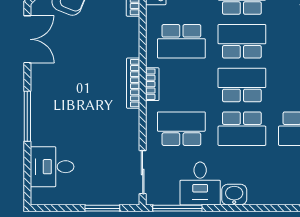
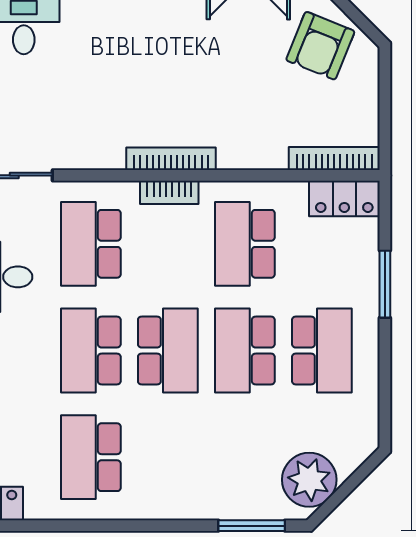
school desk: (242, 41) -> (245, 351), turned 180
school desk: (181, 129) -> (91, 244), turned 180

